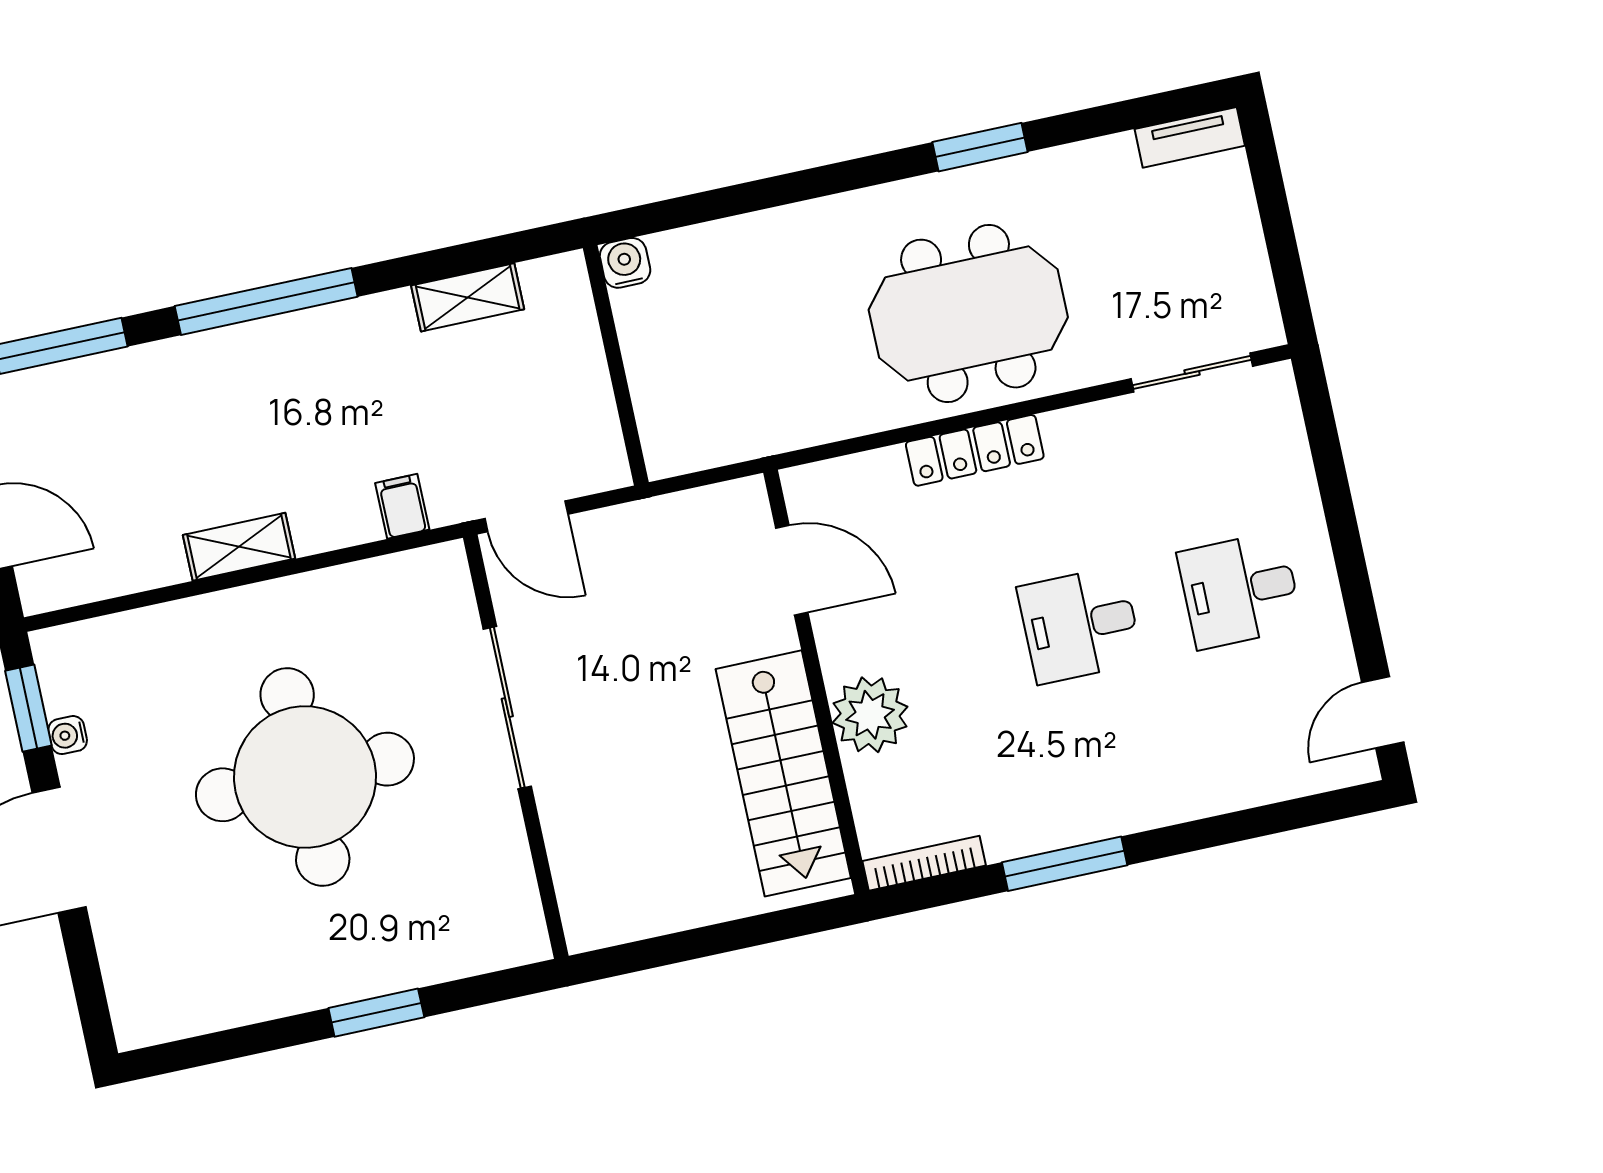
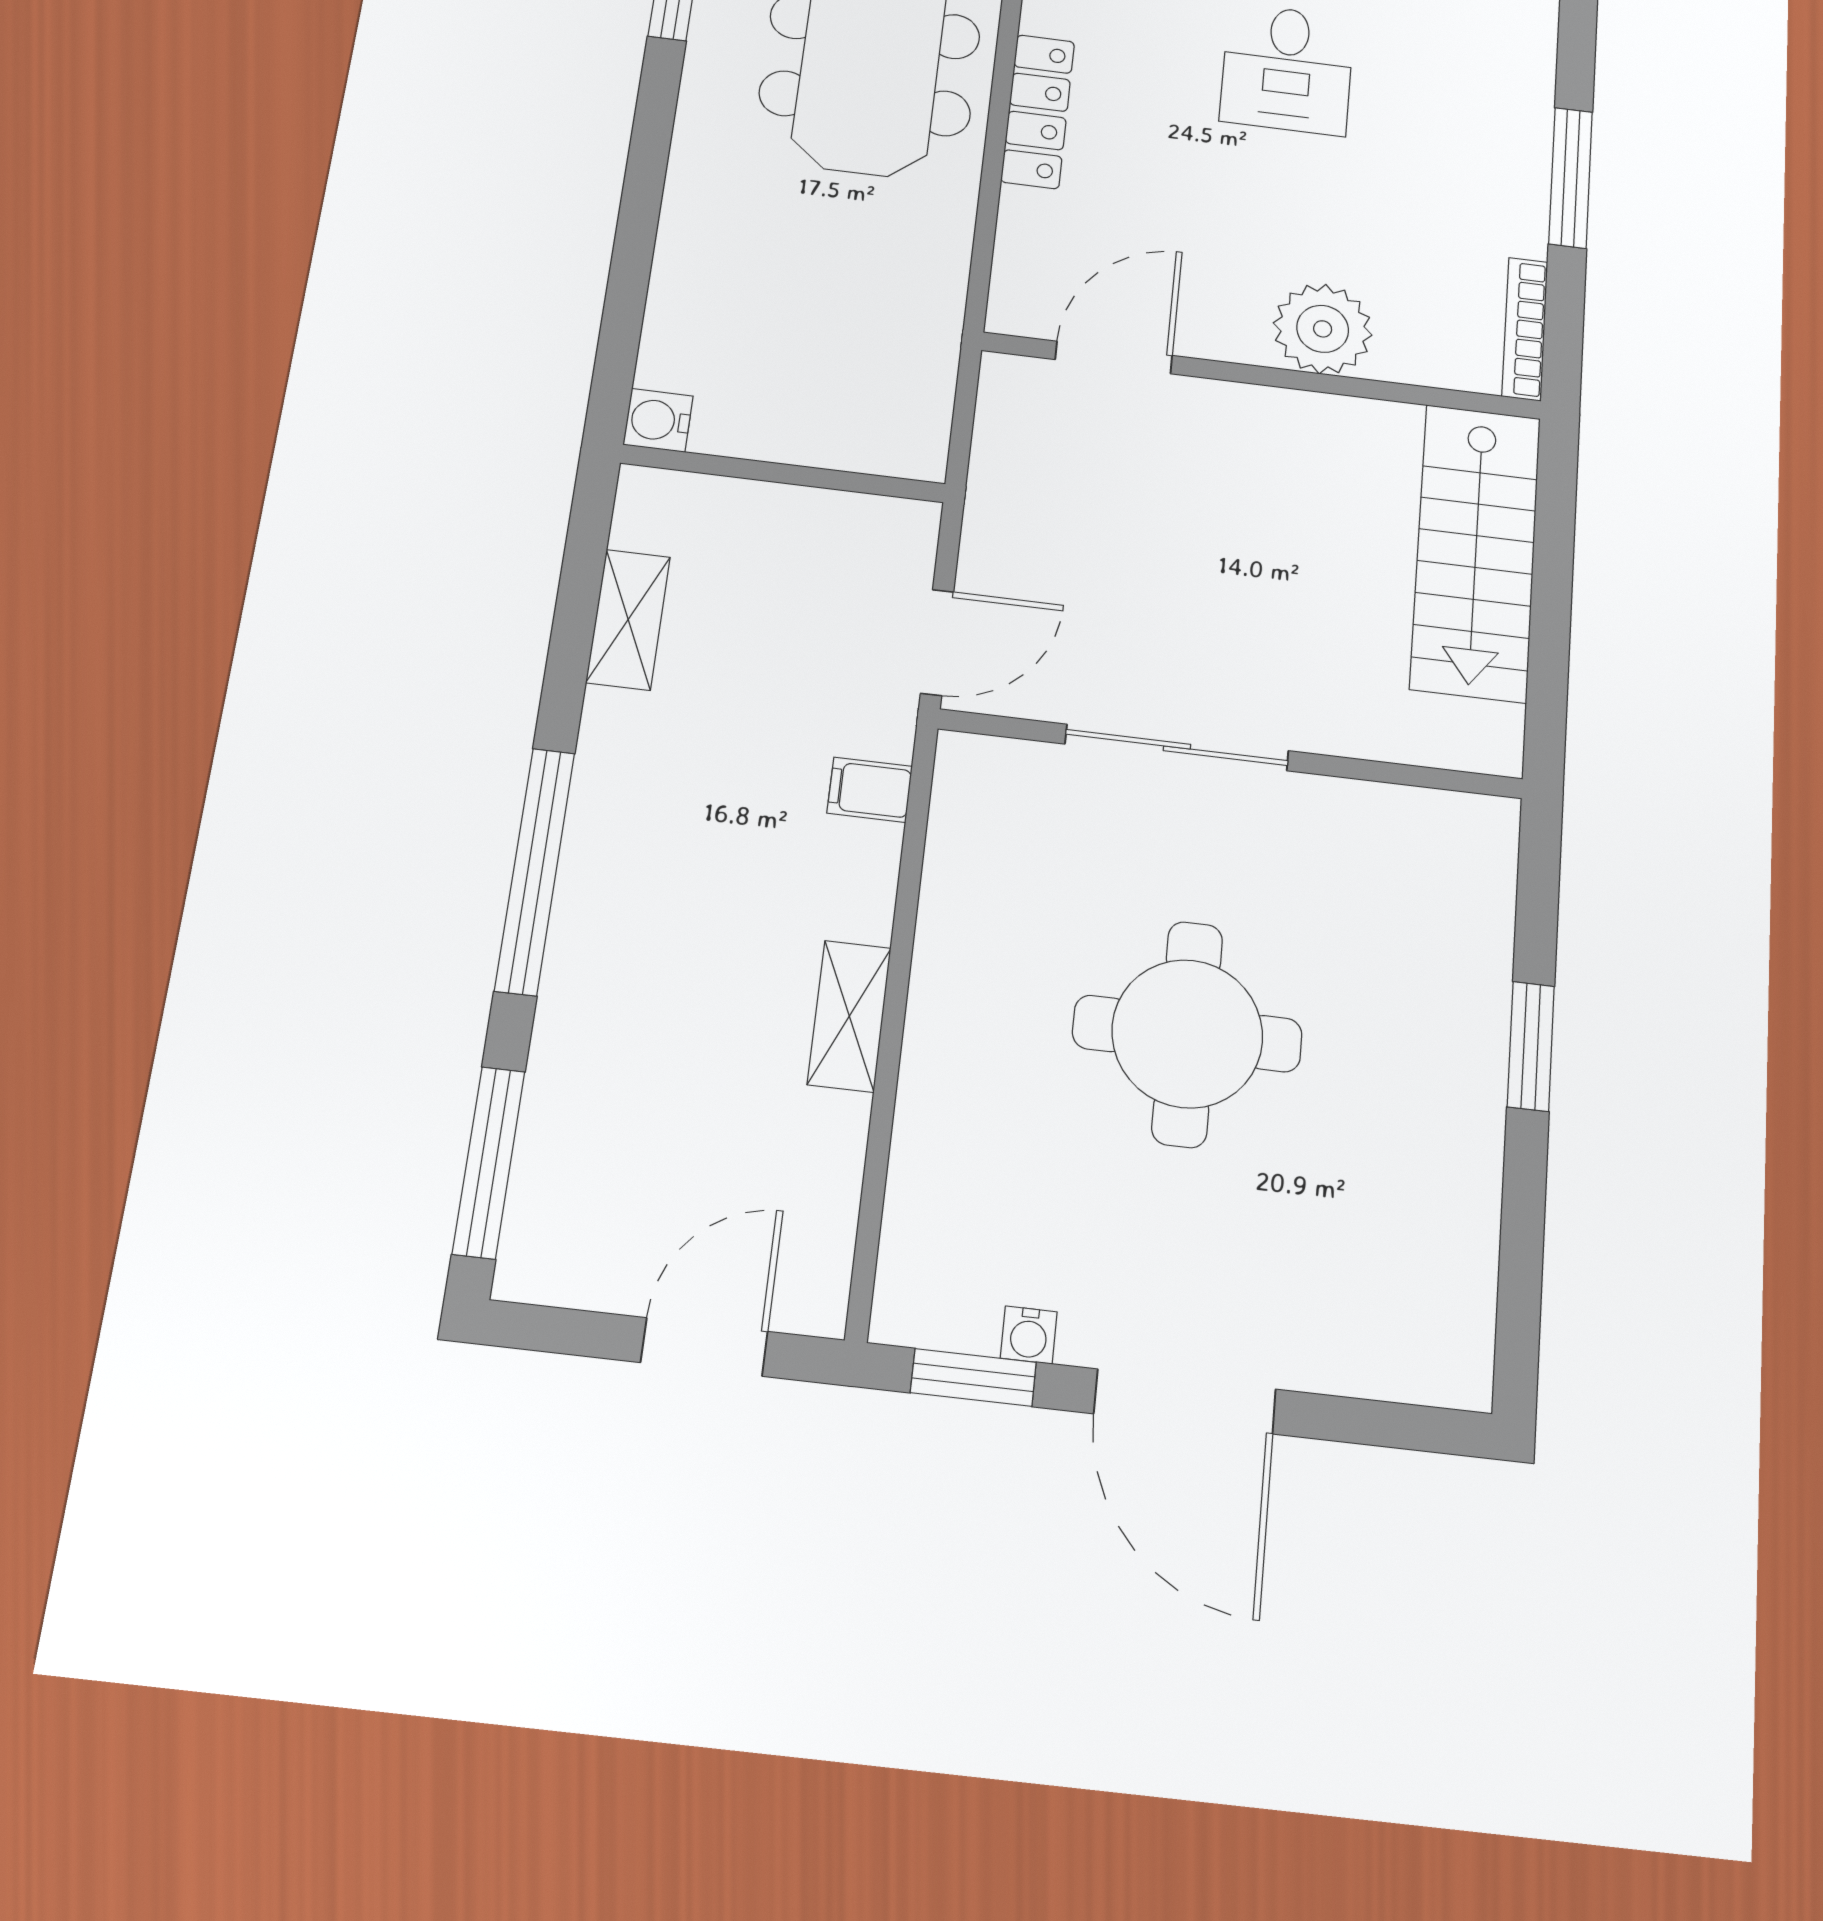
stairs: (783, 773) -> (1476, 552), moved, turned 90
round table: (305, 777) -> (1187, 1034), width x0.73, depth x0.73

